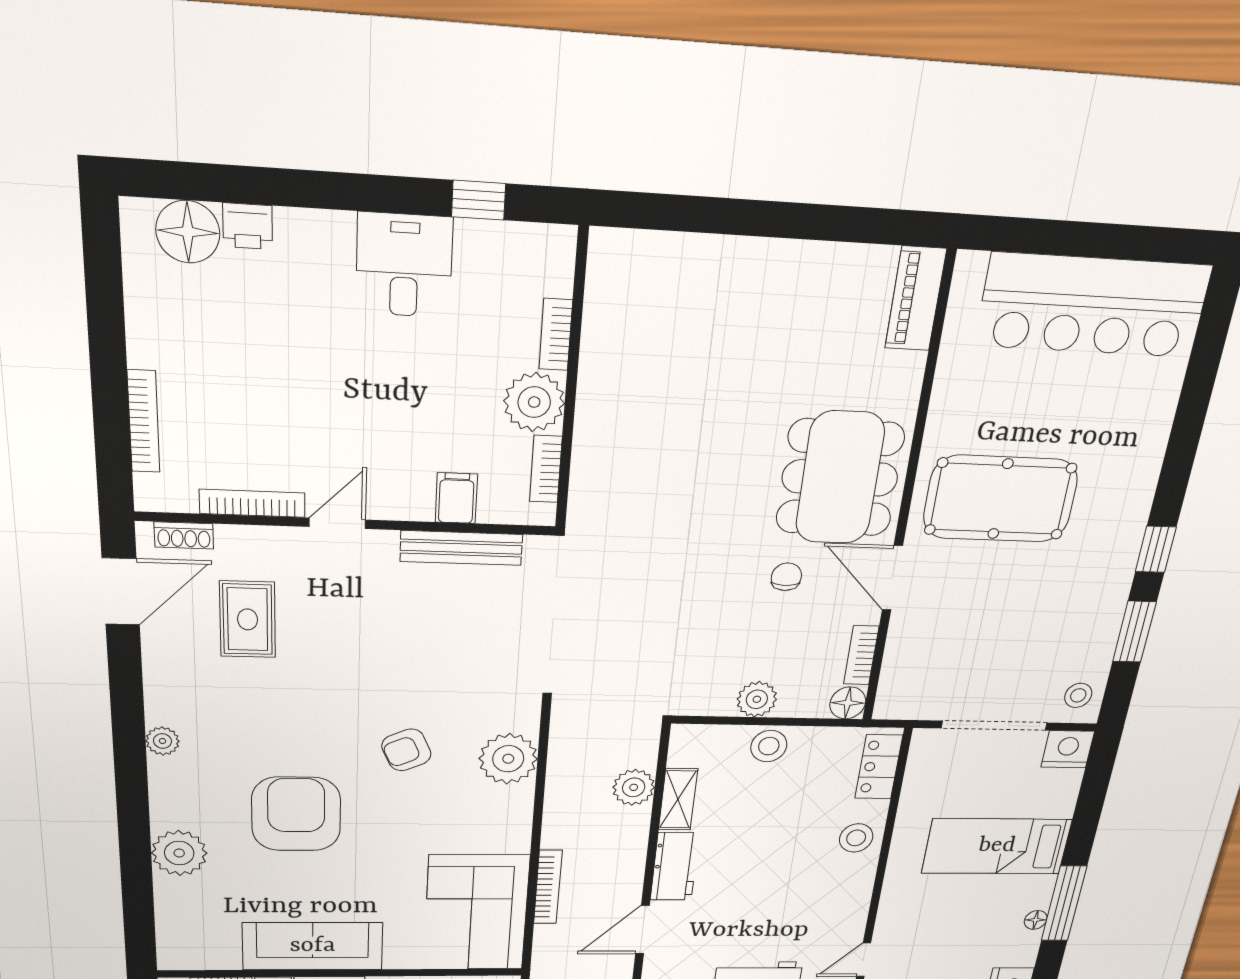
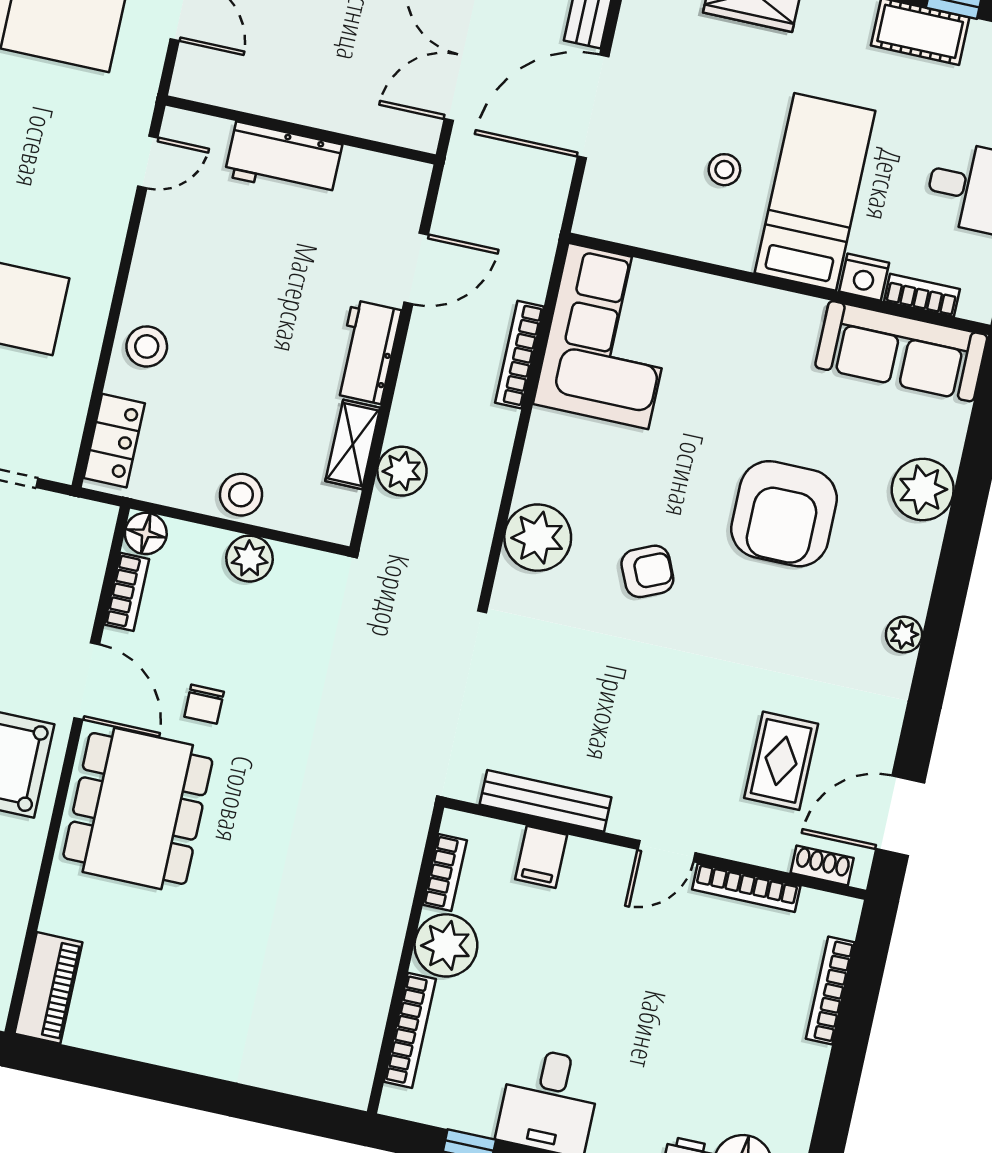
bookcase: (556, 335) -> (410, 1030), width x1.56
sofa: (313, 946) -> (901, 351), moved

